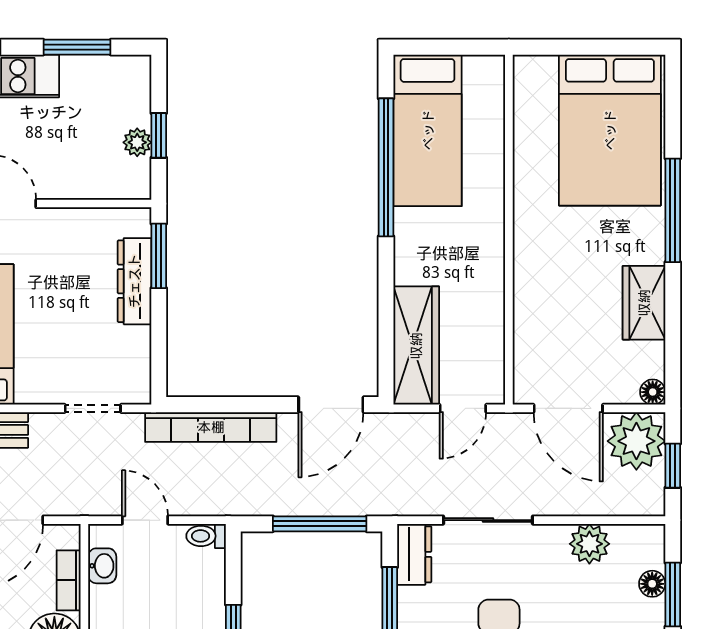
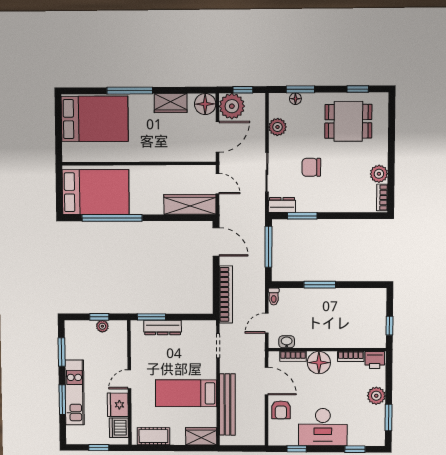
bed: (428, 130) -> (96, 192), width x1.50
floor lamp: (653, 392) -> (205, 104), width x1.89, depth x1.89

